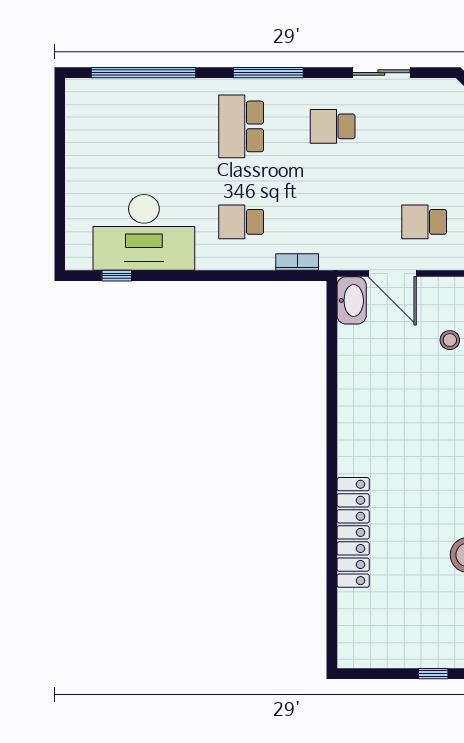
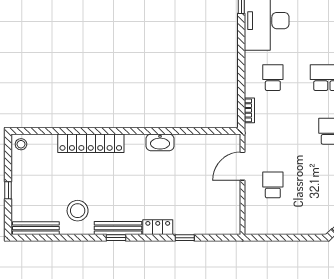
washbasin: (352, 300) -> (160, 142), moved
stool: (450, 340) -> (21, 144), moved

